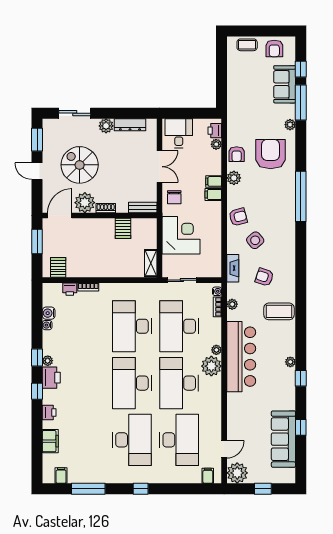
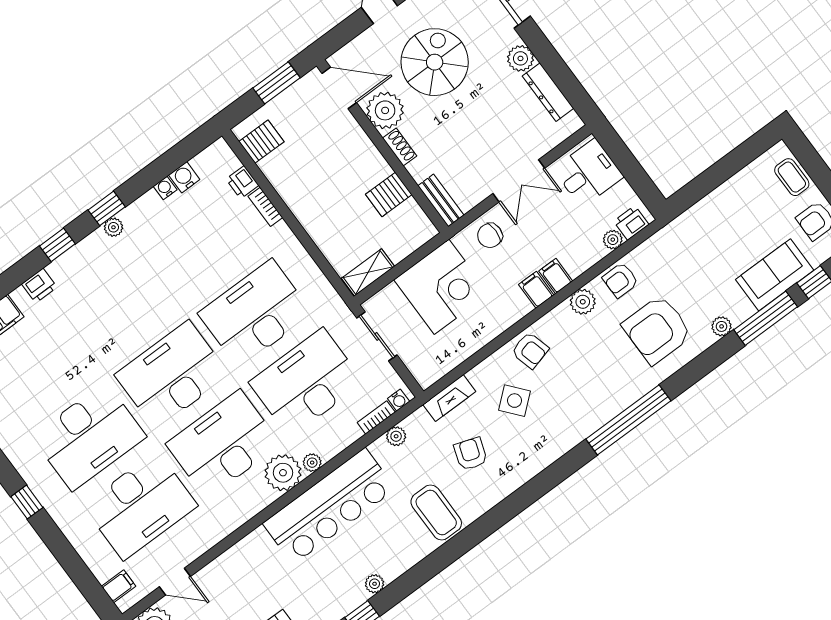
armchair: (271, 154) -> (657, 330), turned 180
printer: (51, 378) -> (93, 251), removed

